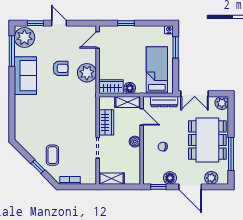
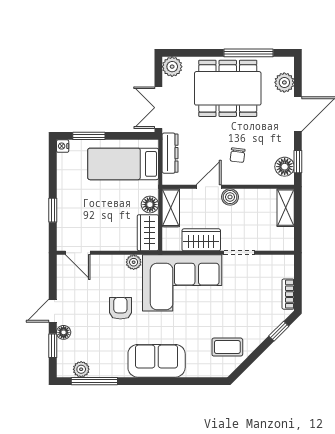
floor lamp: (44, 30) -> (64, 332), added
plant: (24, 37) -> (81, 369), width x0.53, depth x0.53
plant: (87, 73) -> (134, 262), width x0.53, depth x0.53
sofa: (25, 76) -> (157, 361), moved
double door: (195, 94) -> (158, 108), swing flipped
corner sofa: (77, 110) -> (182, 283), added
door: (142, 117) -> (209, 187), moved
coffee table: (52, 155) -> (227, 347), moved
window: (38, 167) -> (279, 331), moved
floor lamp: (170, 178) -> (285, 167), moved
shelving: (111, 179) -> (286, 208), moved

